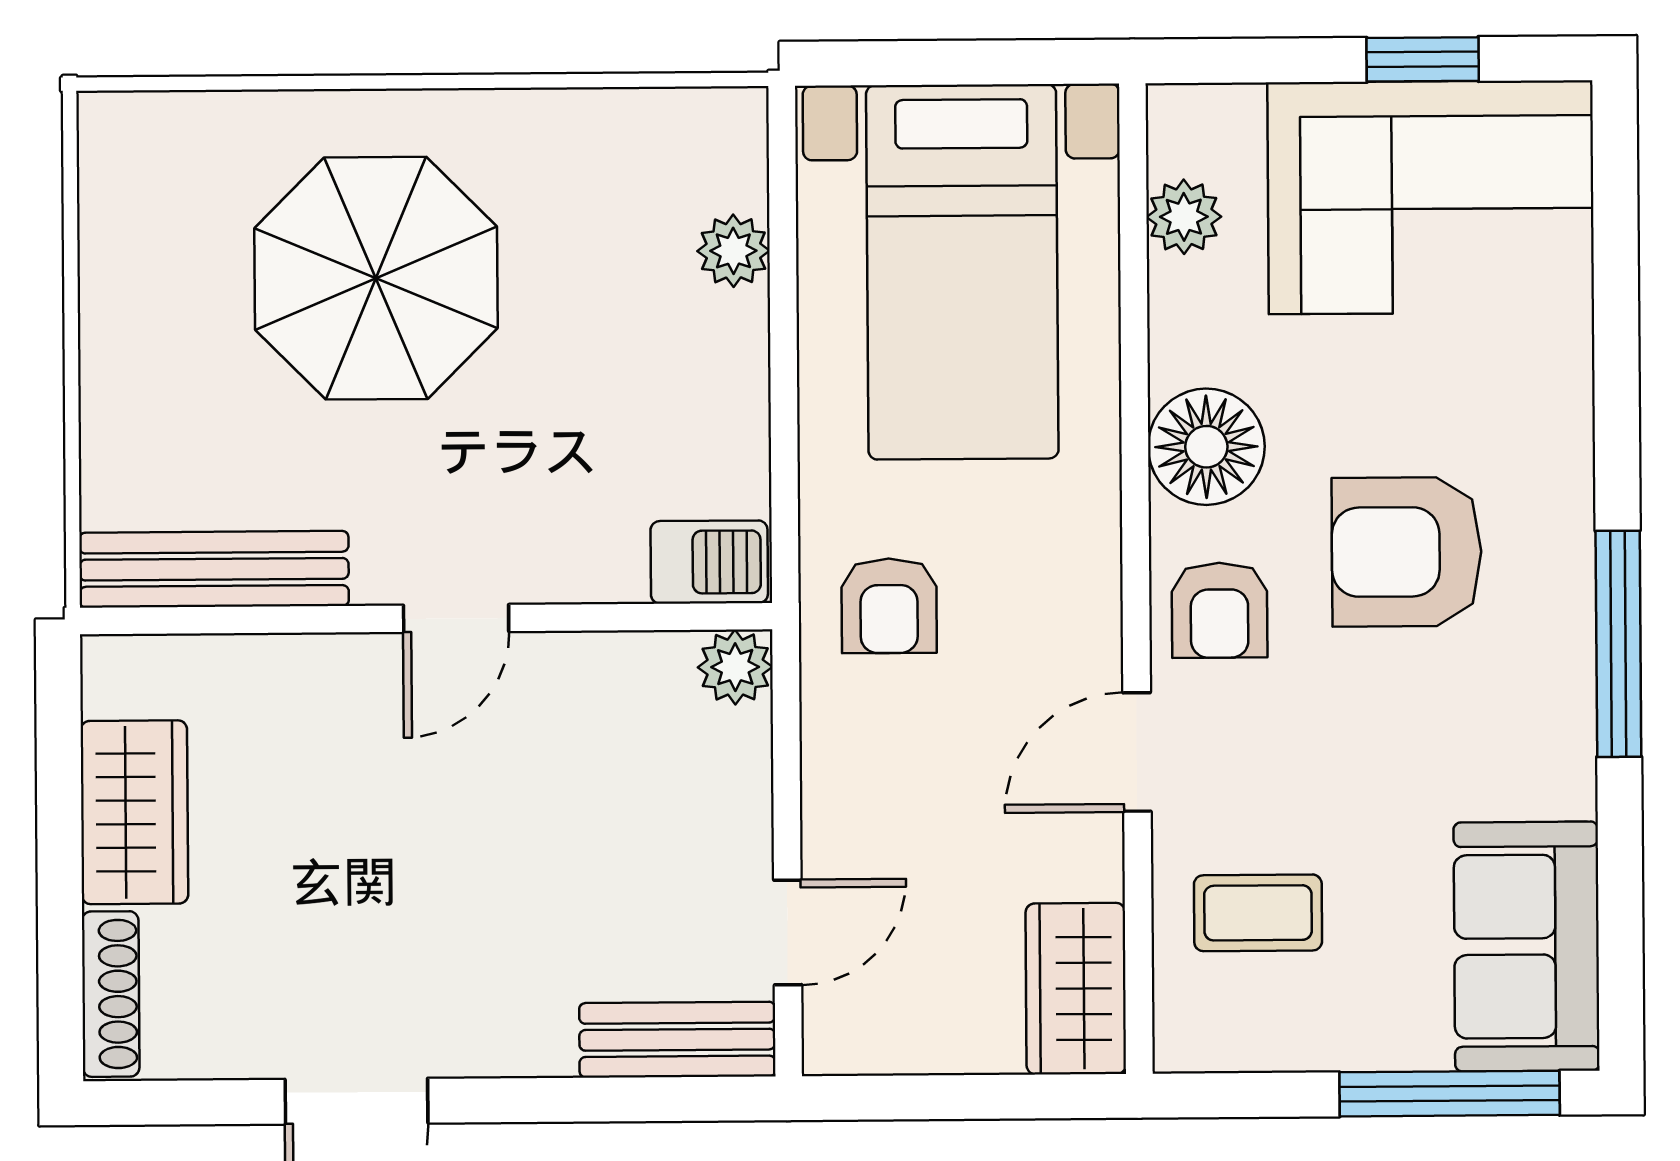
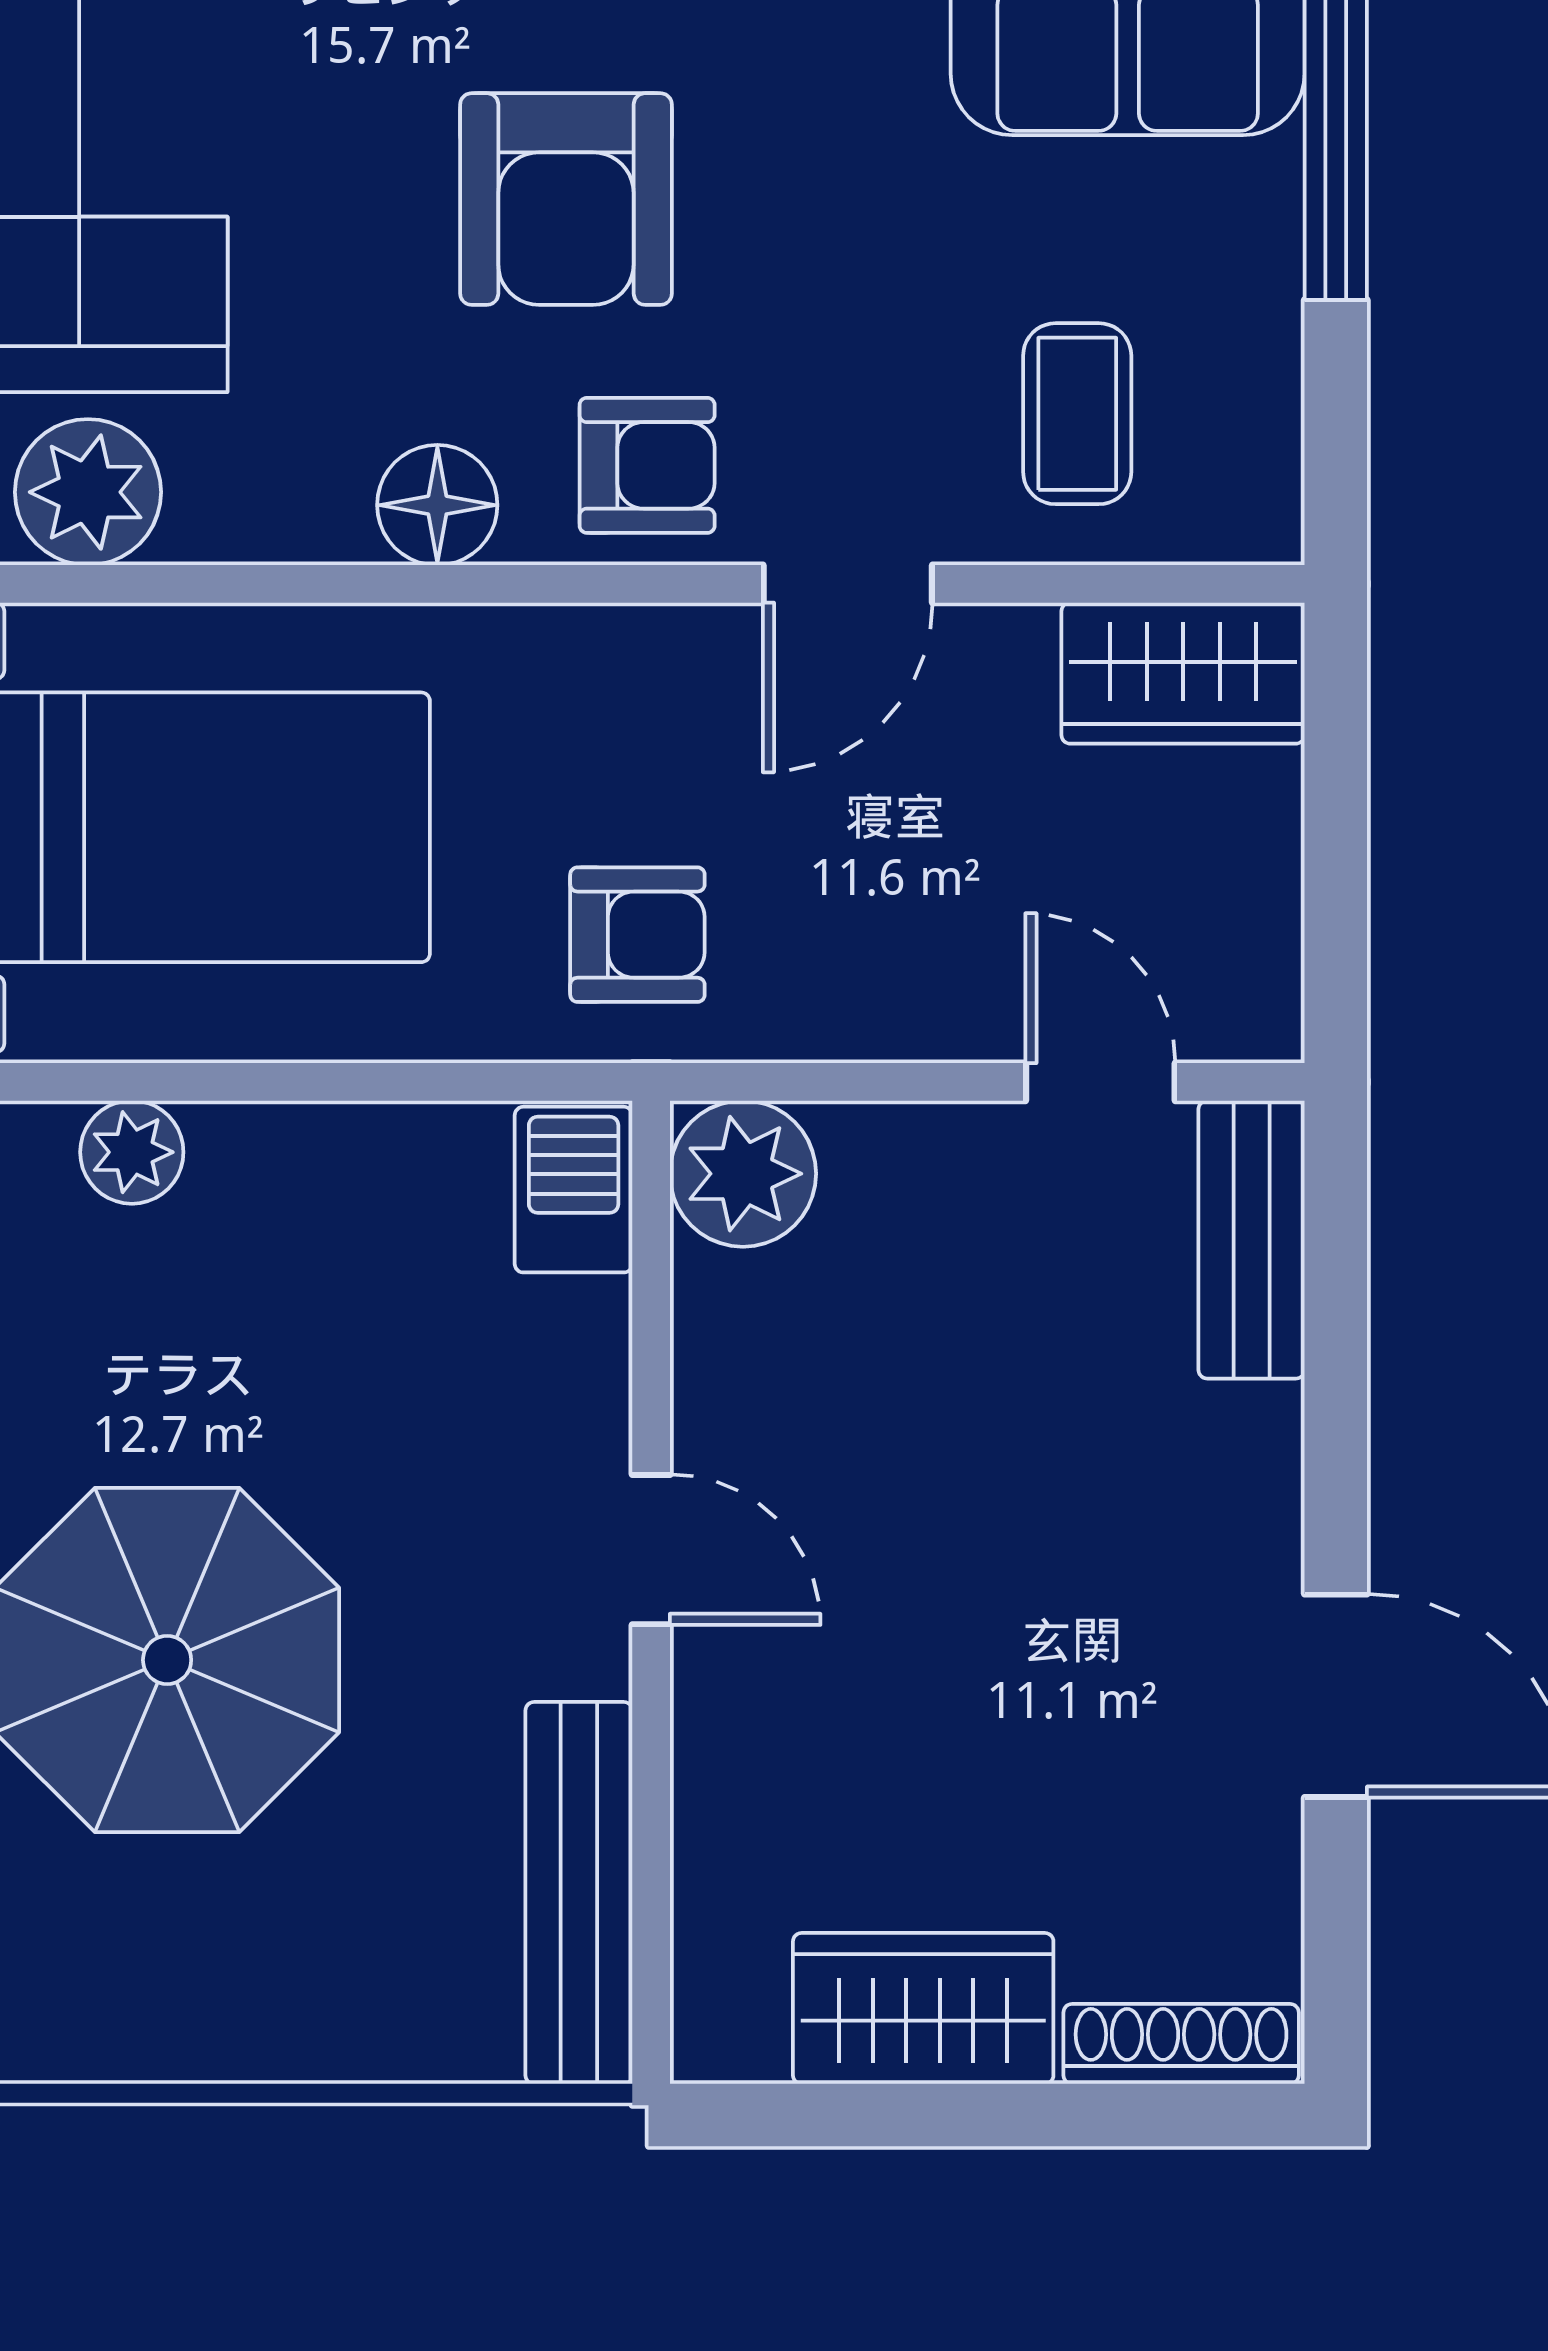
plant: (1184, 217) -> (88, 492), width x1.38, depth x1.38
floor lamp: (1206, 447) -> (437, 505), width x0.73, depth x0.73
plant: (735, 667) -> (743, 1174), width x1.38, depth x1.38
door: (1137, 752) -> (848, 584), hinge flipped

